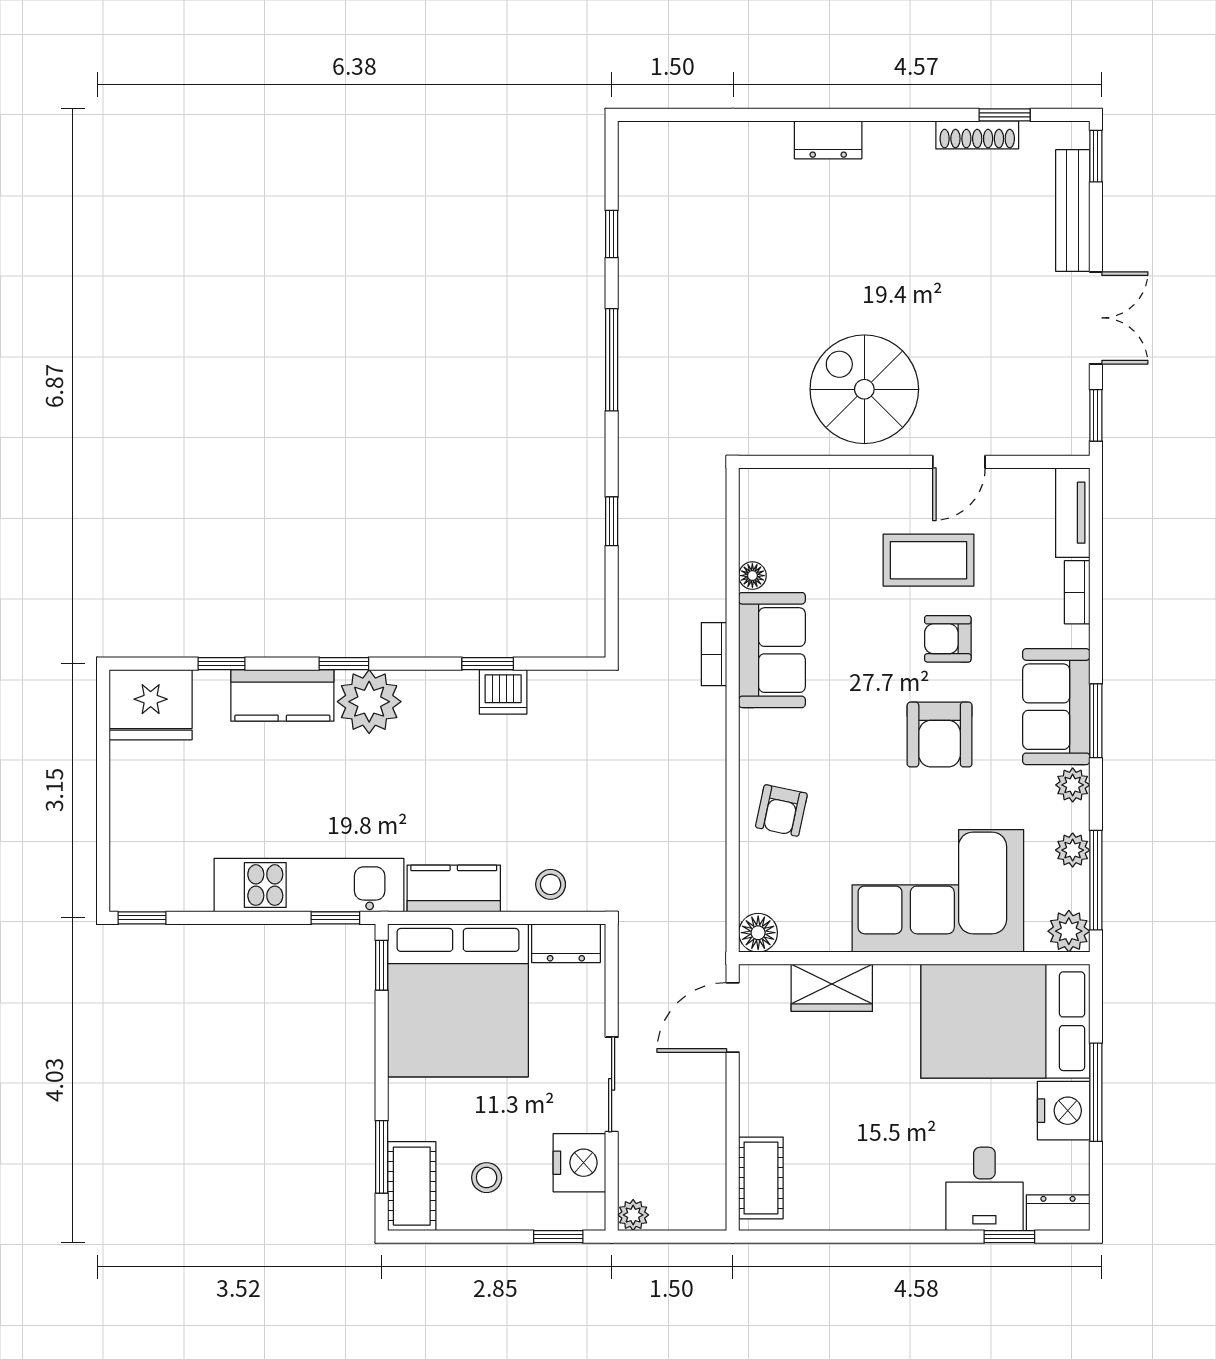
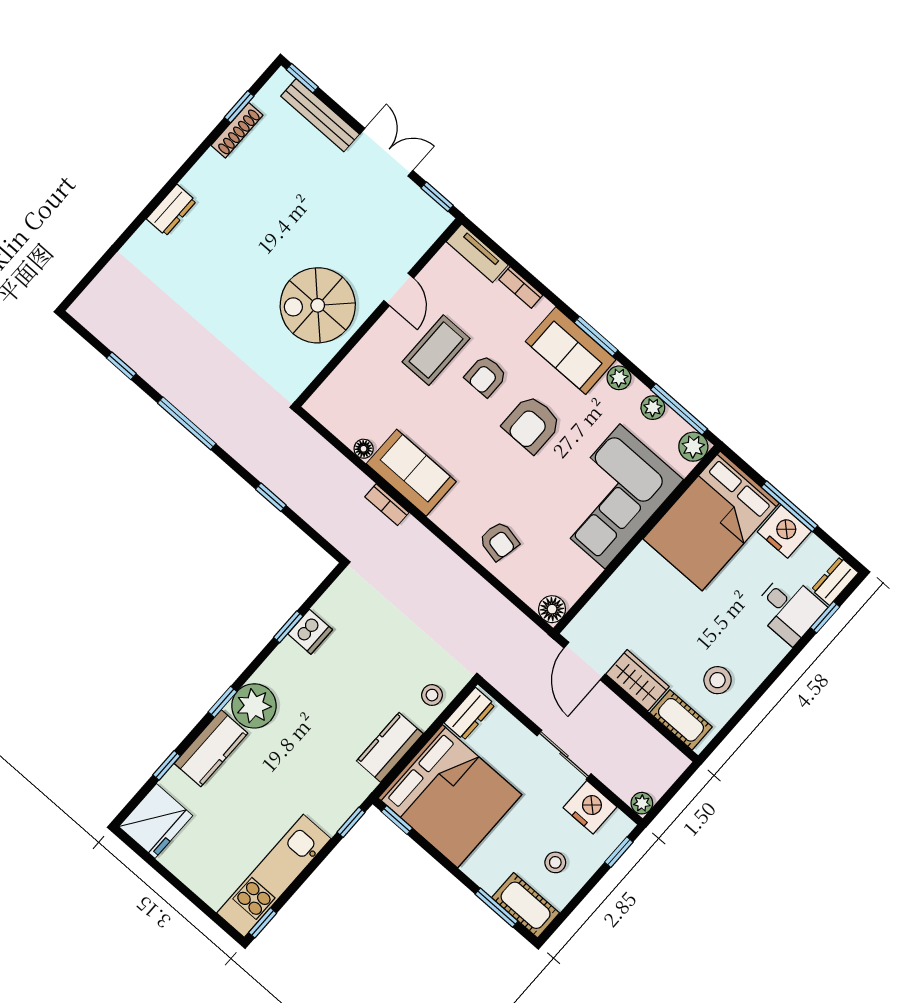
armchair: (940, 735) -> (532, 424), turned 90
kitchen unit: (309, 885) -> (274, 876), moved
wardrobe: (832, 988) -> (637, 680), moved, turned -90
stool: (839, 1180) -> (718, 680), added

